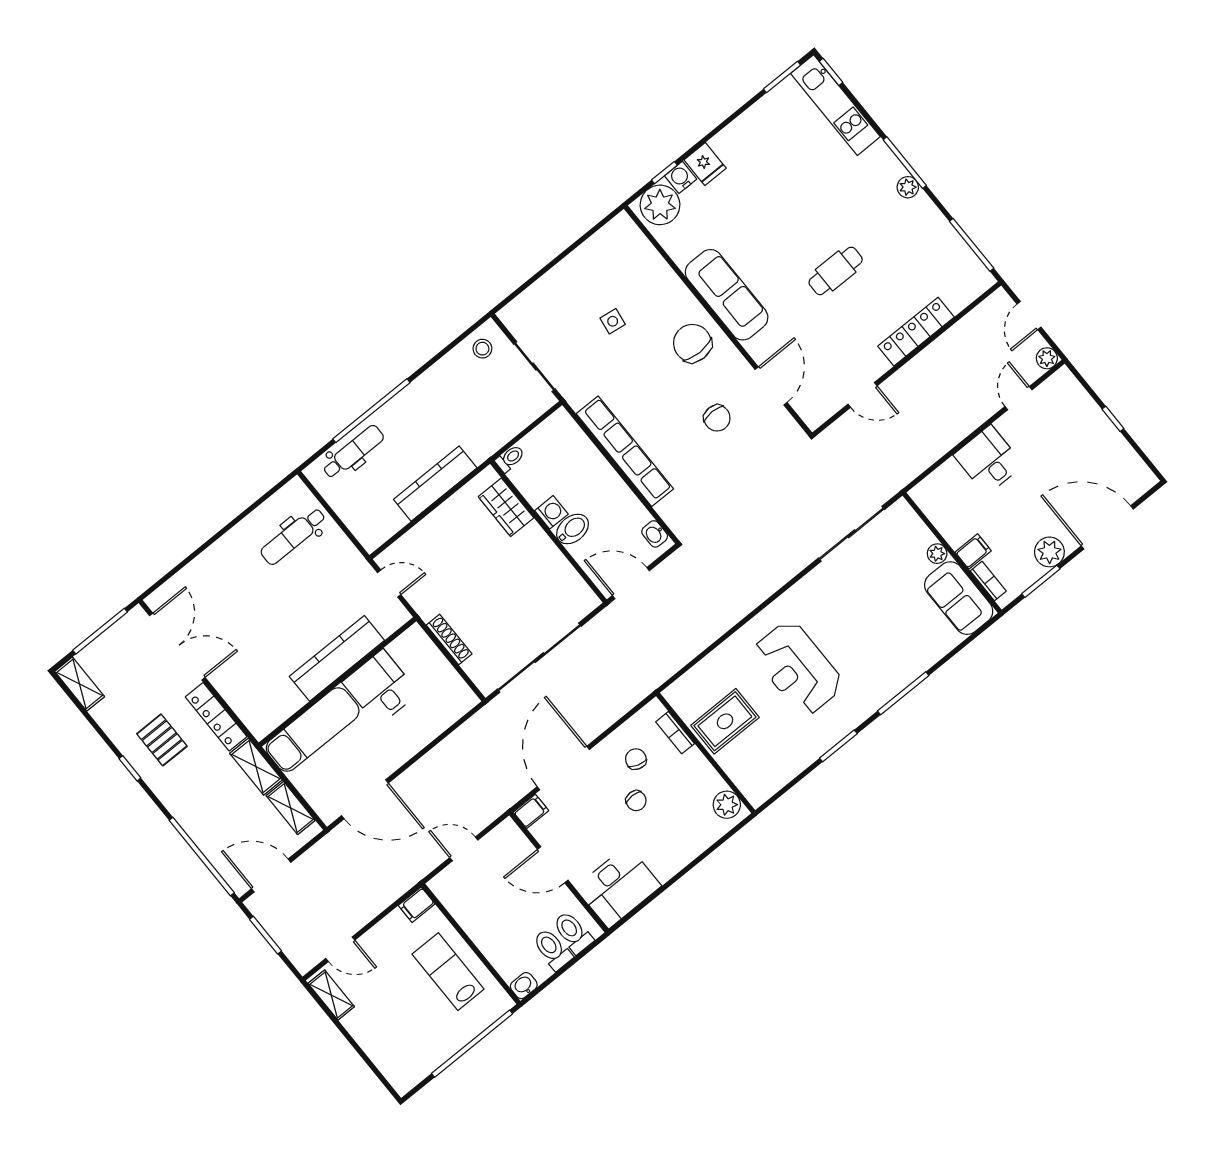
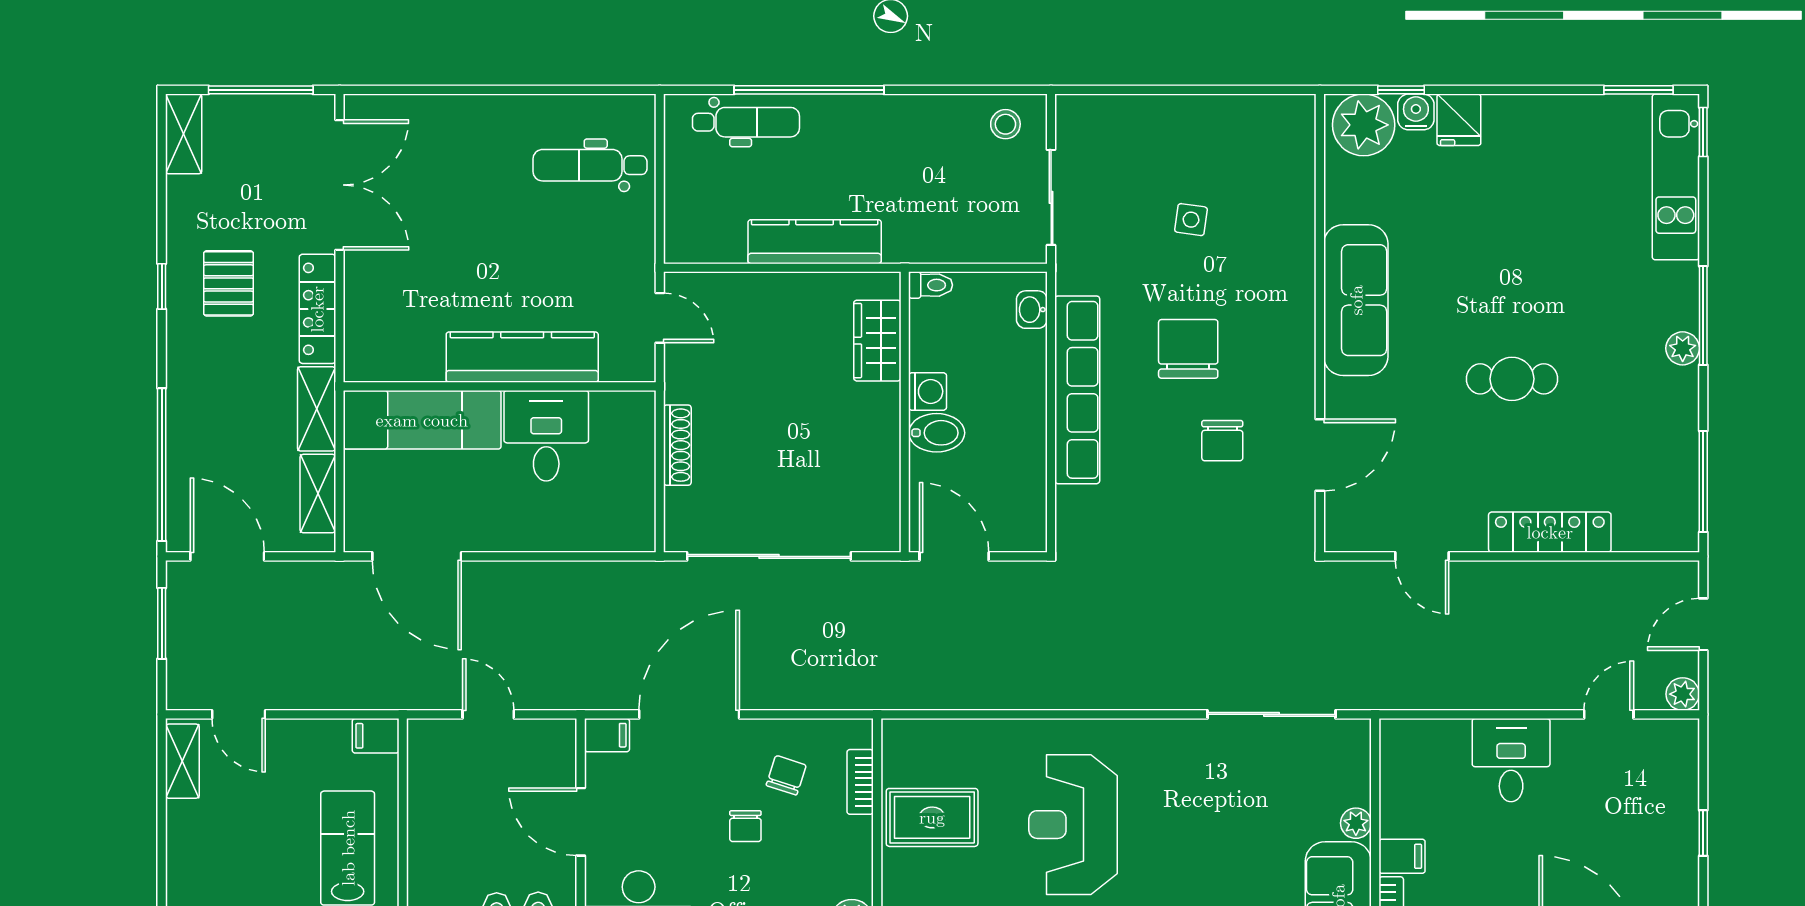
chair: (692, 343) -> (1188, 349), moved
washbasin: (655, 534) -> (1032, 310), moved

